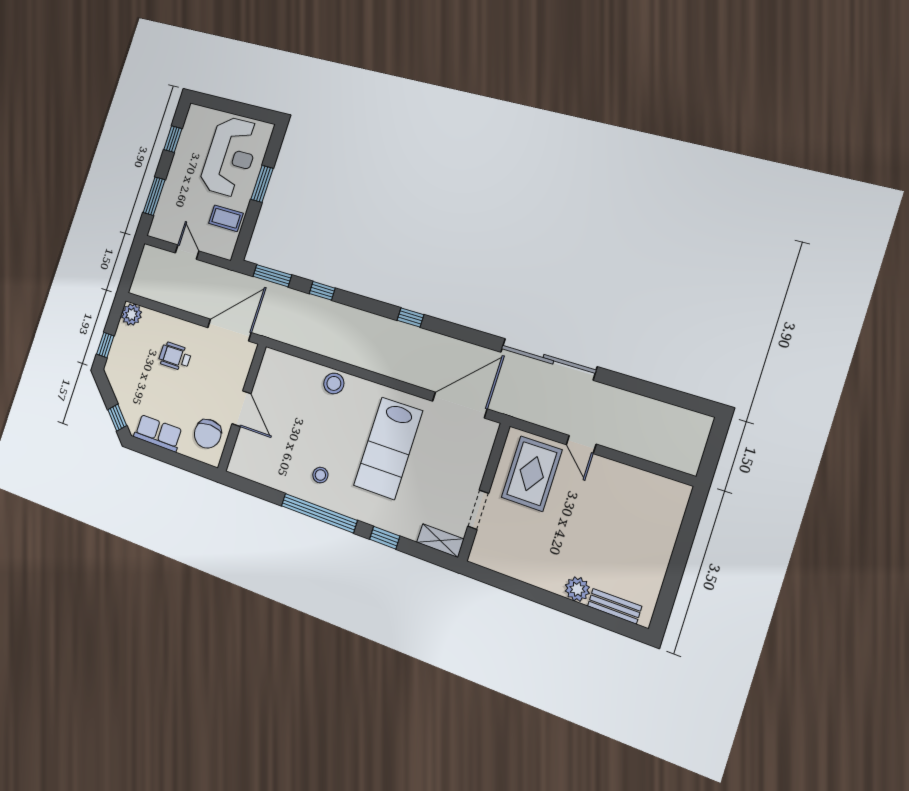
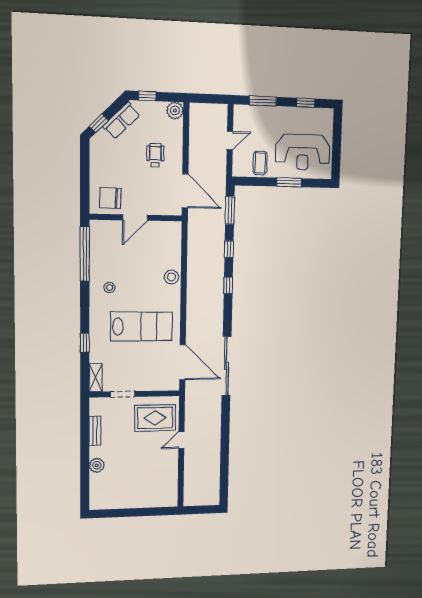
window: (410, 317) -> (228, 285), moved
sliding door: (548, 359) -> (226, 366), moved
row of seats: (158, 433) -> (121, 121), moved, turned 45
lab bench: (388, 448) -> (141, 326), turned 180
window: (319, 513) -> (85, 254), moved
bench: (615, 606) -> (95, 431), moved

